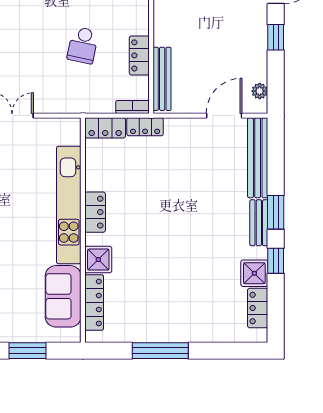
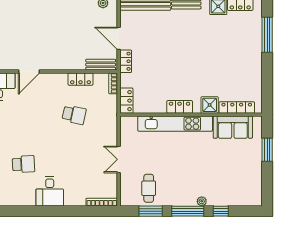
bench: (162, 79) -> (101, 65), width x0.73
door: (224, 116) -> (119, 38), moved
locker: (145, 127) -> (126, 61), moved
window: (160, 351) -> (267, 35), moved

